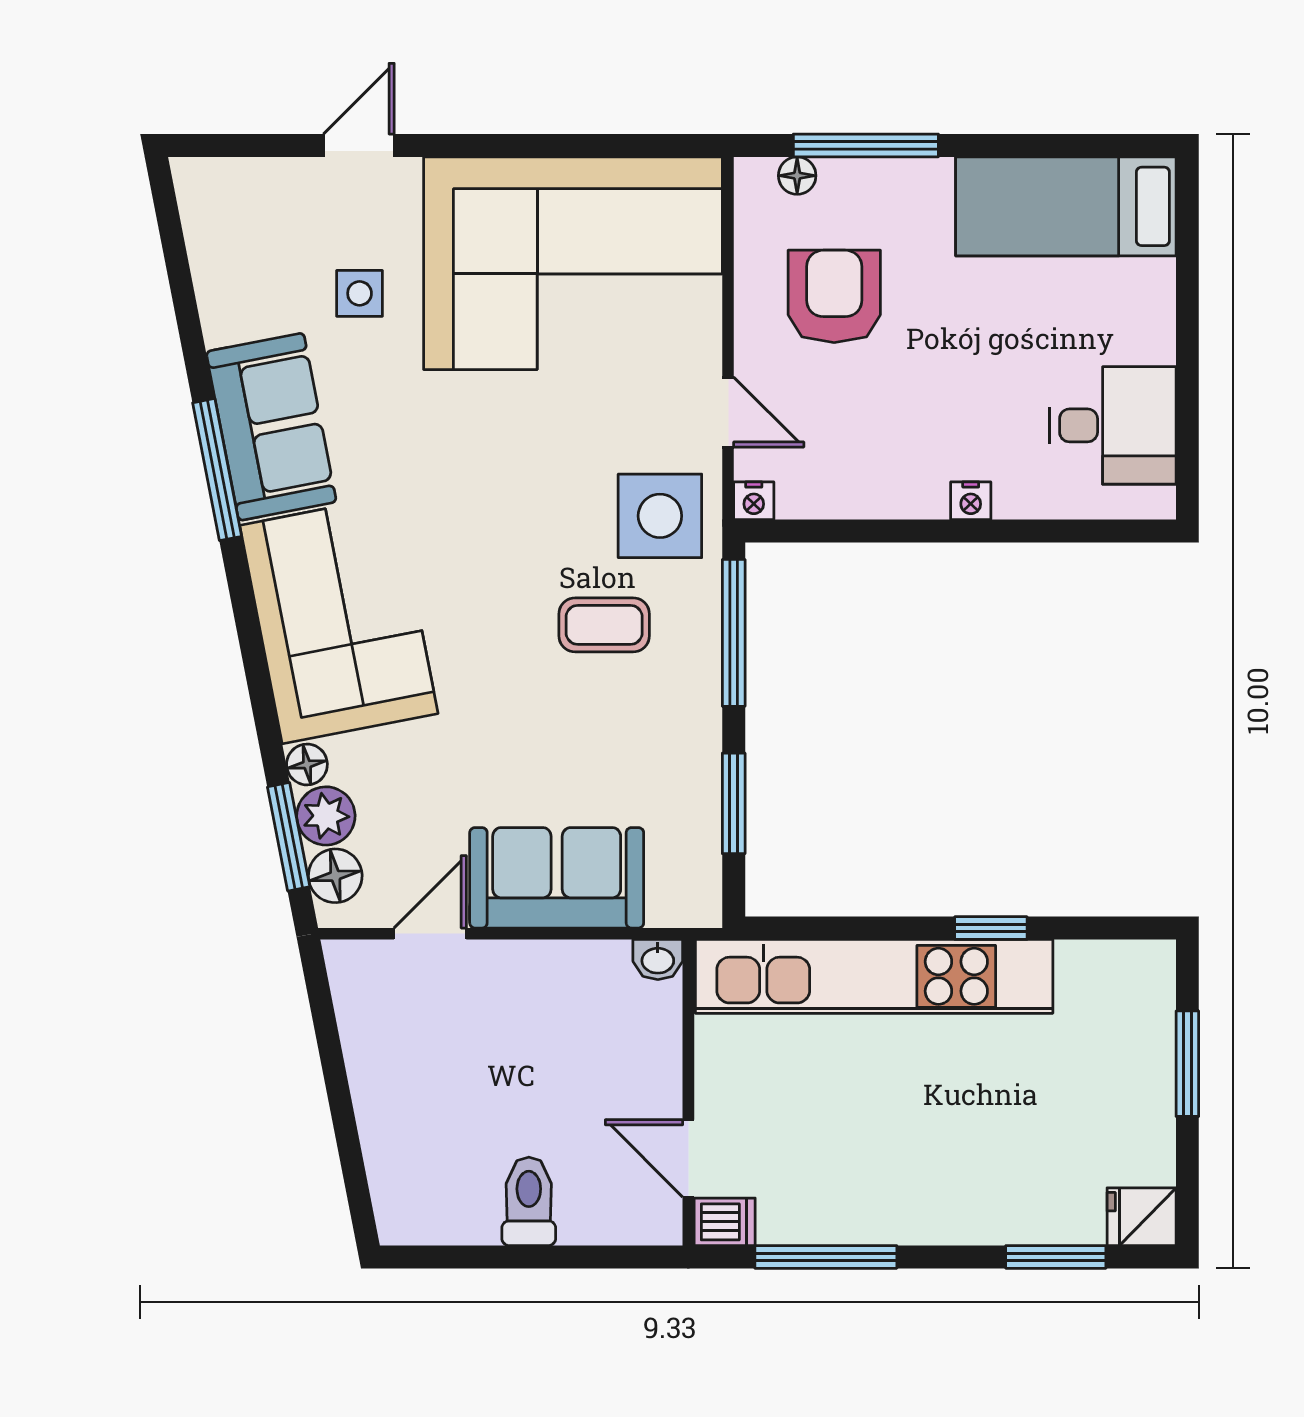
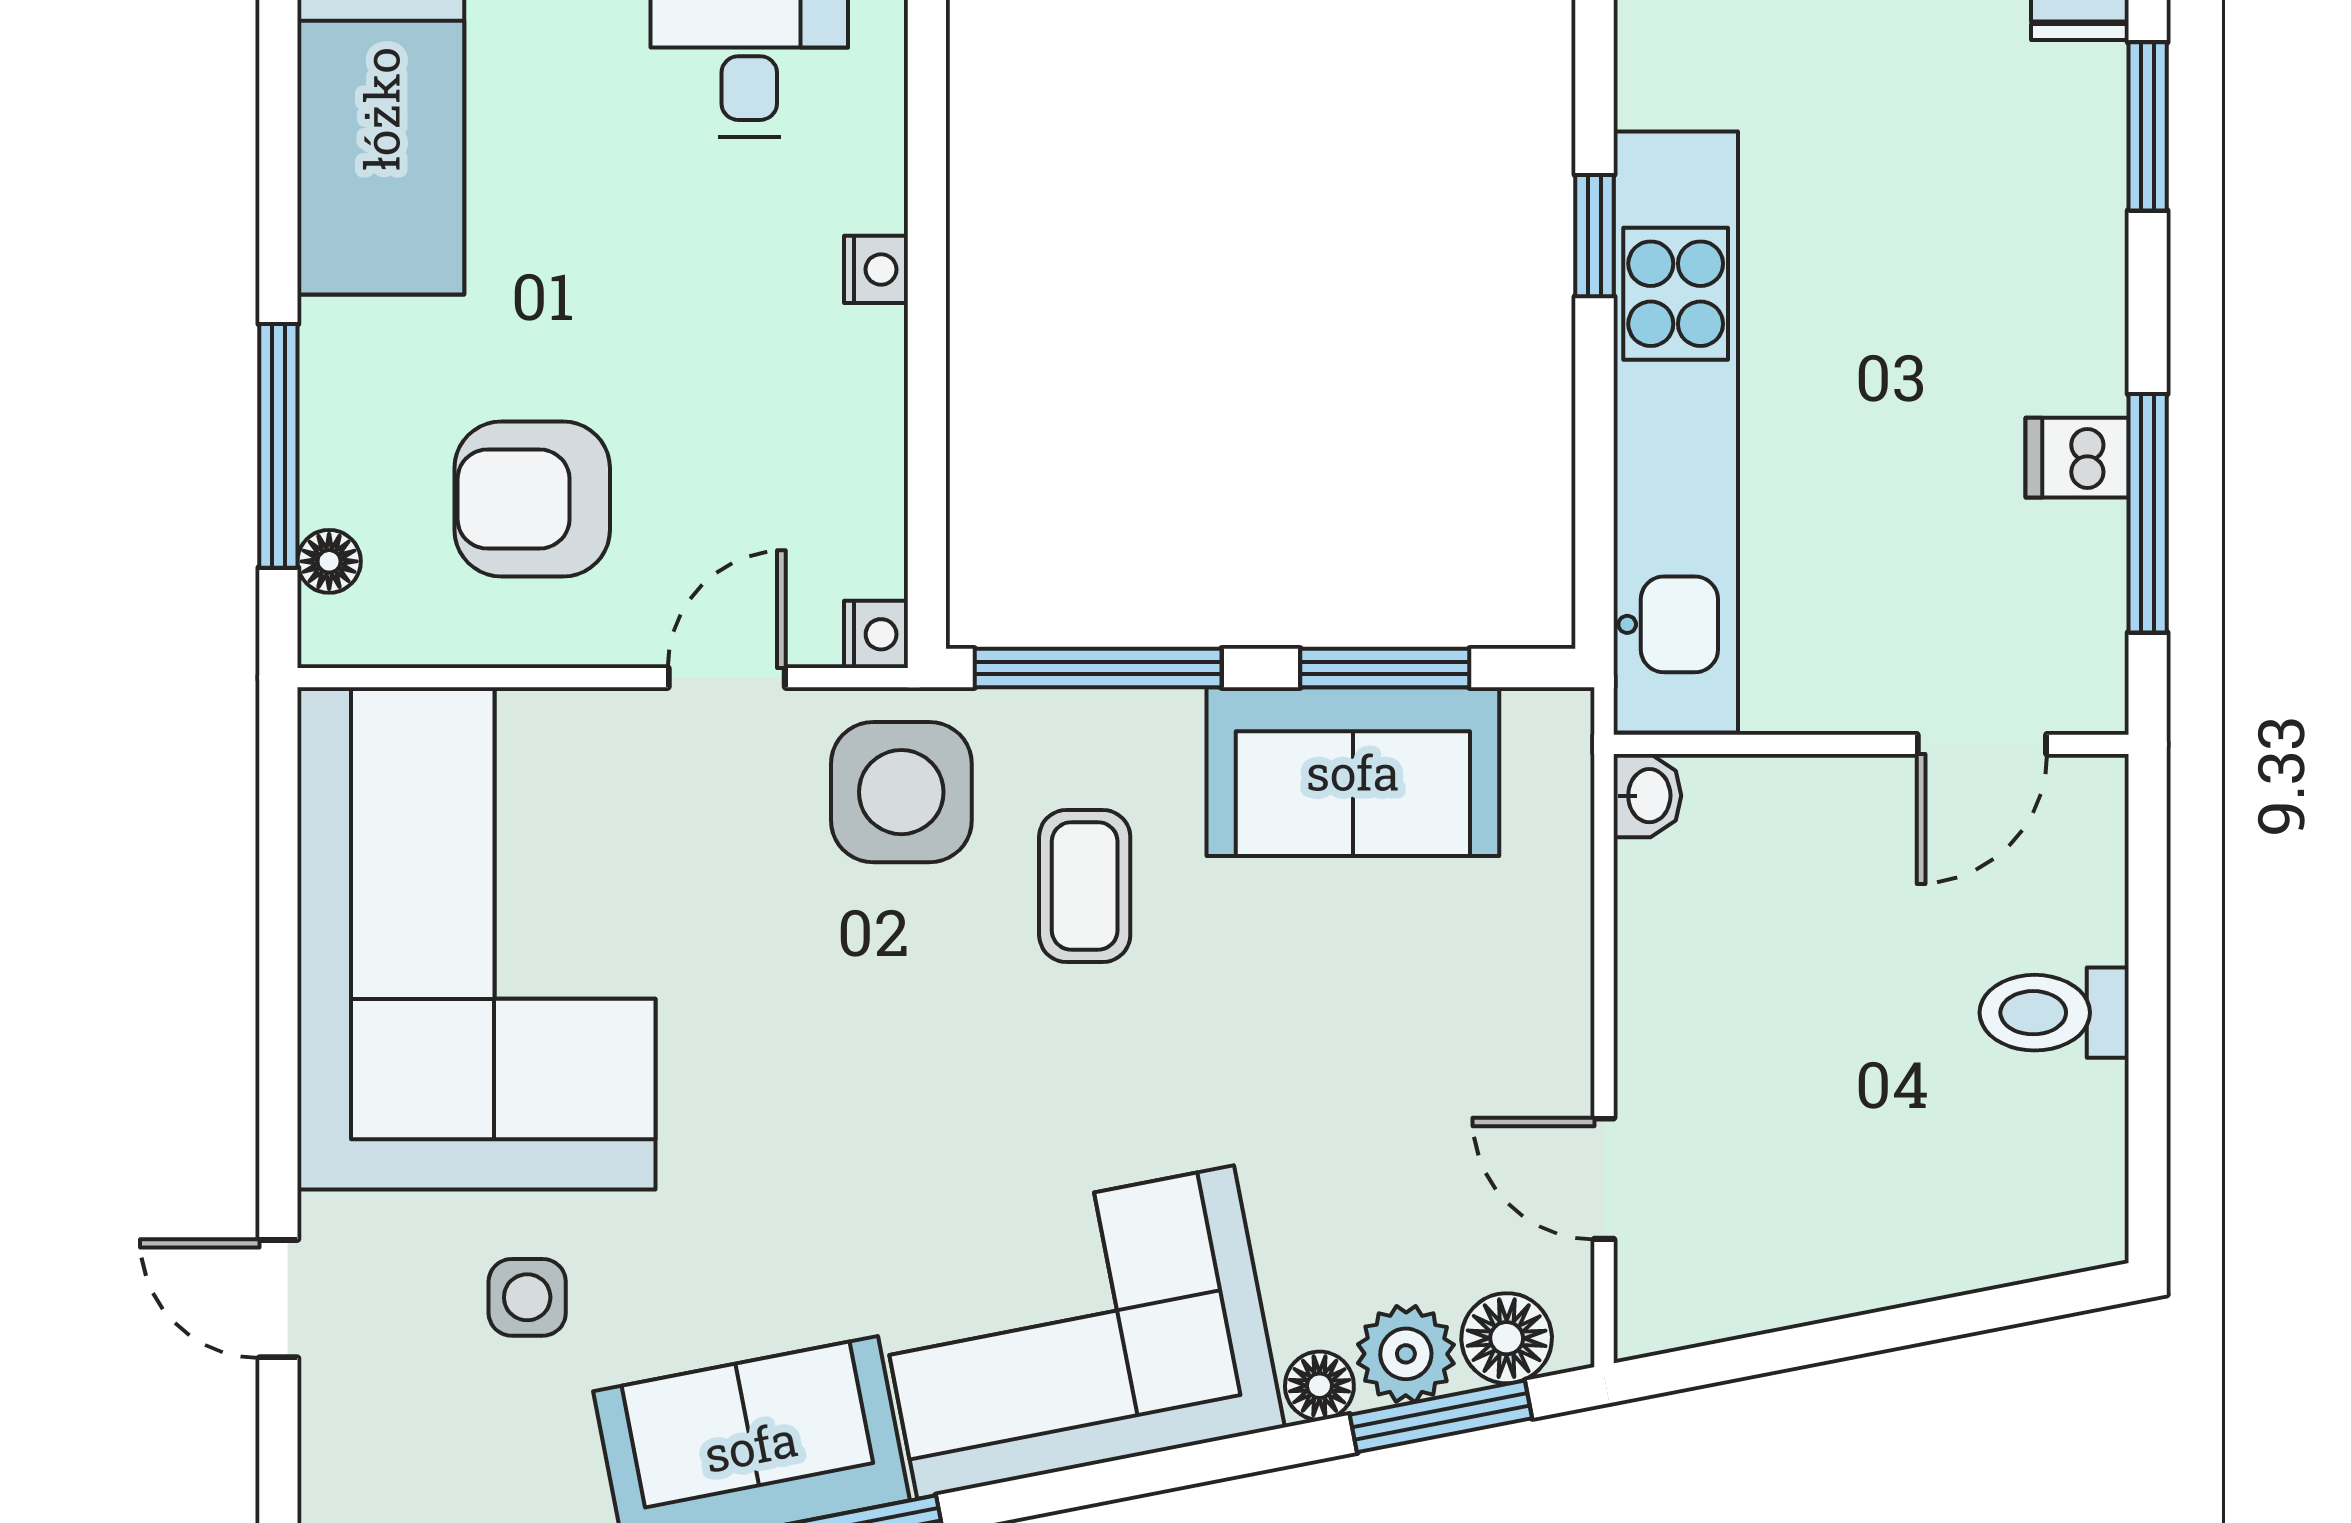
sofa: (557, 878) -> (1353, 772), moved, turned -90
dishwasher: (725, 1222) -> (2077, 458), moved, turned -90

